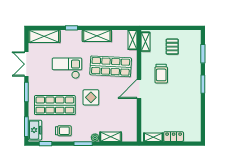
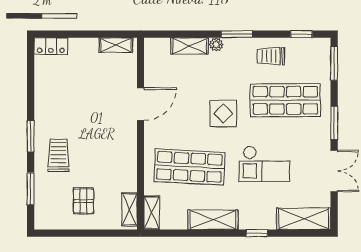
trolley: (161, 74) -> (58, 155), moved
door: (139, 89) -> (141, 104), moved
freezer: (35, 130) -> (319, 57), removed
locker: (174, 137) -> (51, 46), moved

